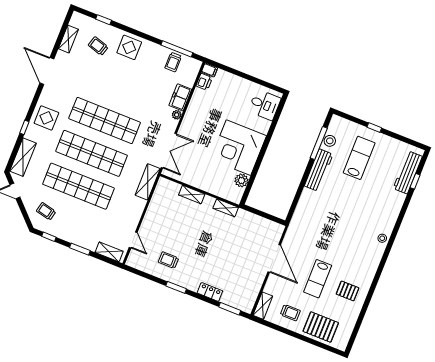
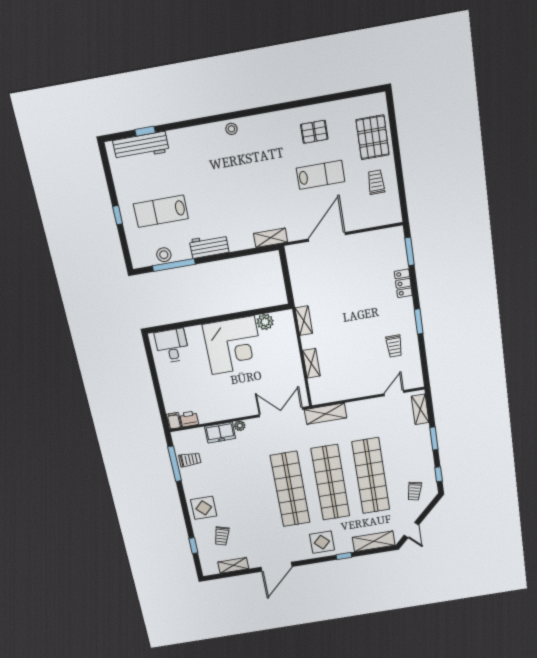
workbench: (319, 170) -> (209, 246), width x0.73
pallet: (348, 291) -> (314, 132), turned 90
shelving: (263, 306) -> (271, 238), moved

